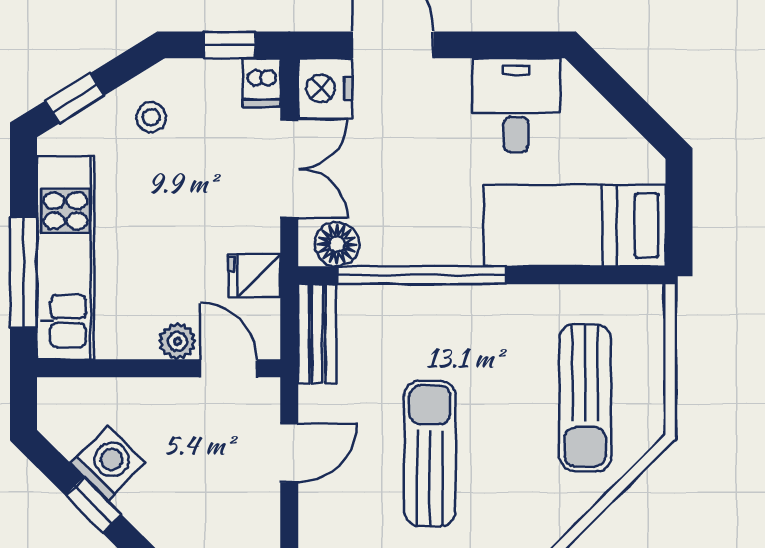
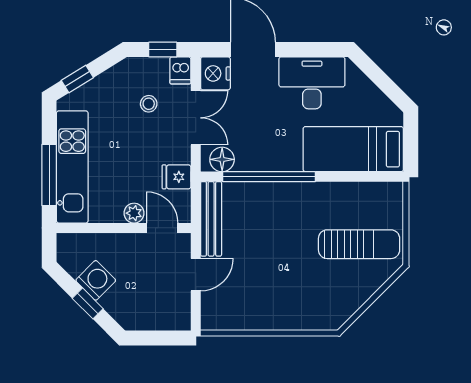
desk: (516, 105) -> (312, 83), width x1.37
stool: (151, 117) -> (149, 104), moved
bench: (317, 334) -> (211, 219), width x1.36
sun lounger: (585, 398) -> (359, 244), turned -90
sun lounger: (430, 453) -> (273, 275), removed

